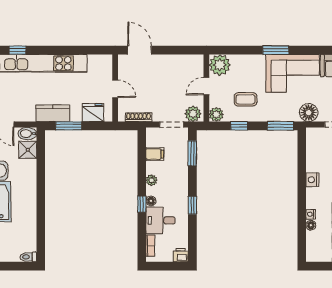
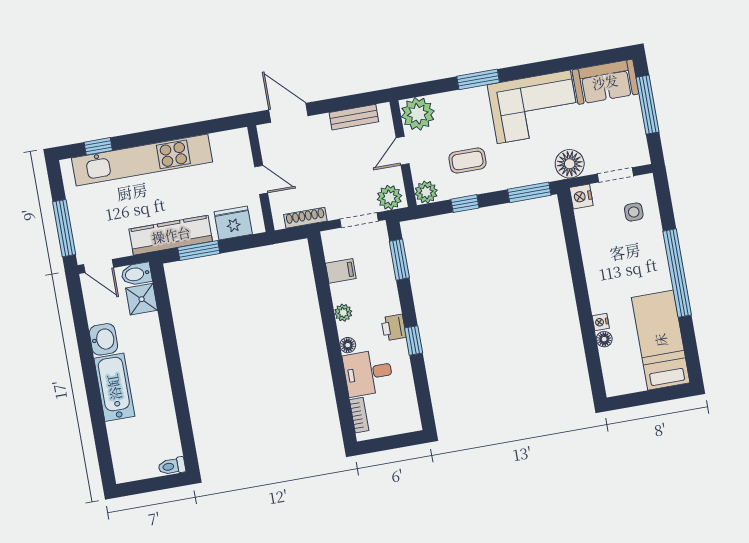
window: (276, 50) -> (478, 79), moved
bench: (180, 60) -> (354, 117), added
kitchen counter: (53, 113) -> (171, 235), width x1.50
nightstand: (312, 180) -> (581, 196), moved
window: (142, 204) -> (334, 353), removed
printer: (181, 255) -> (394, 328), moved, turned -90

